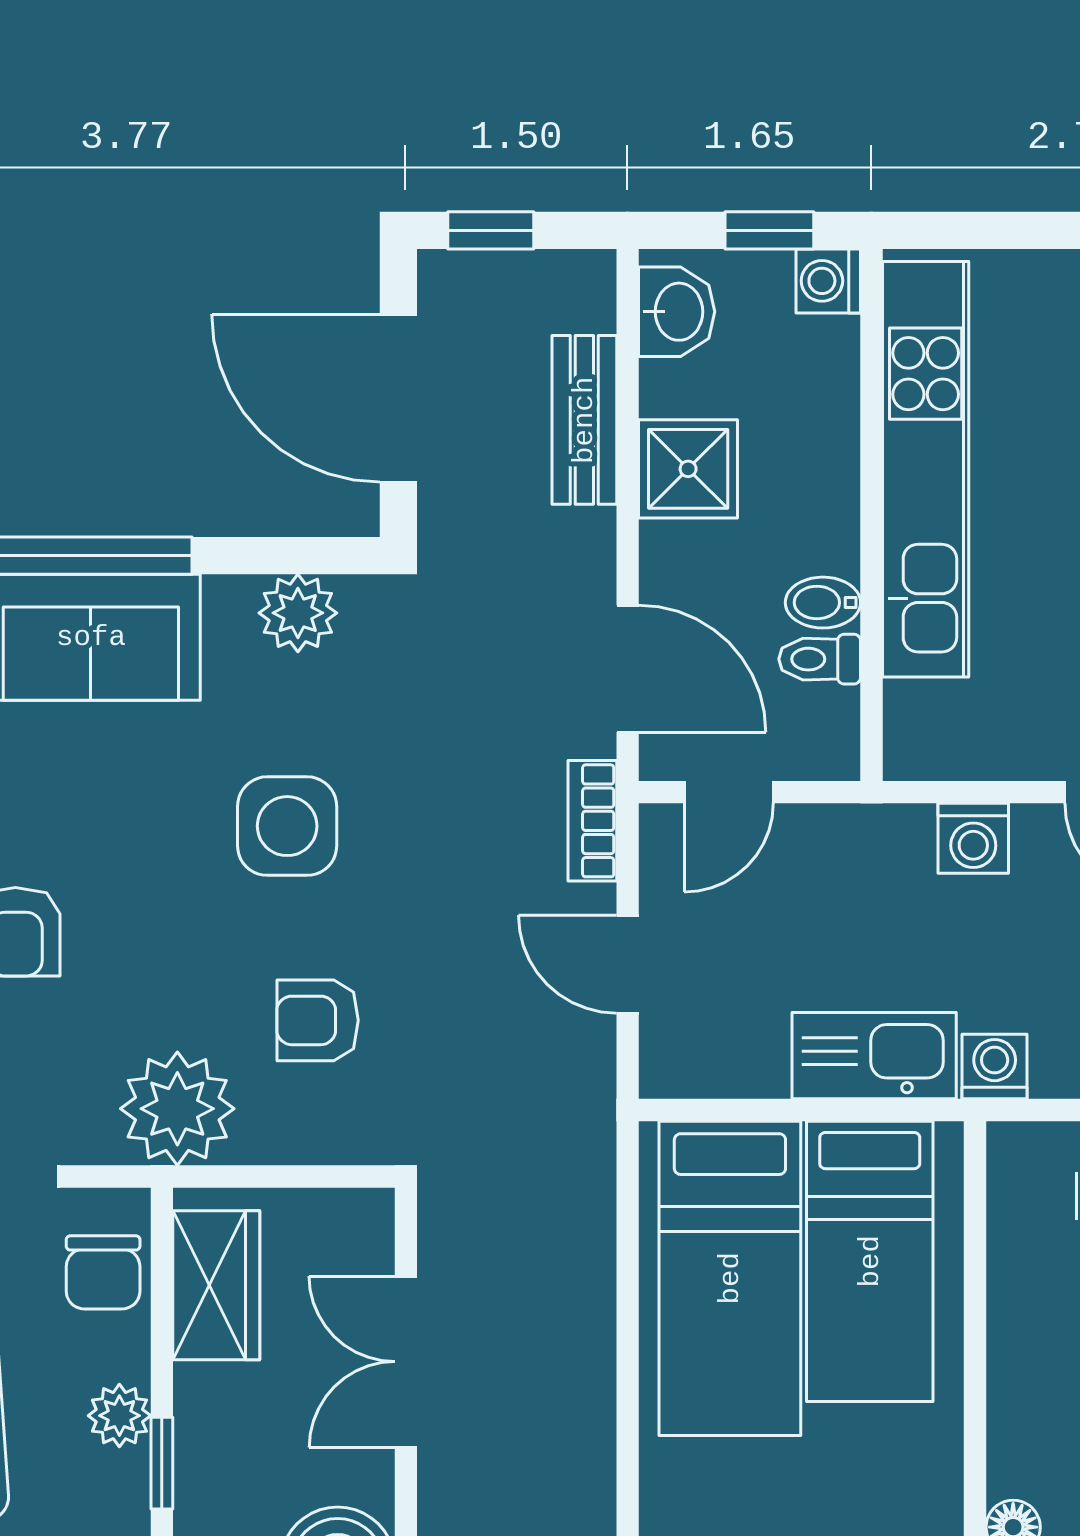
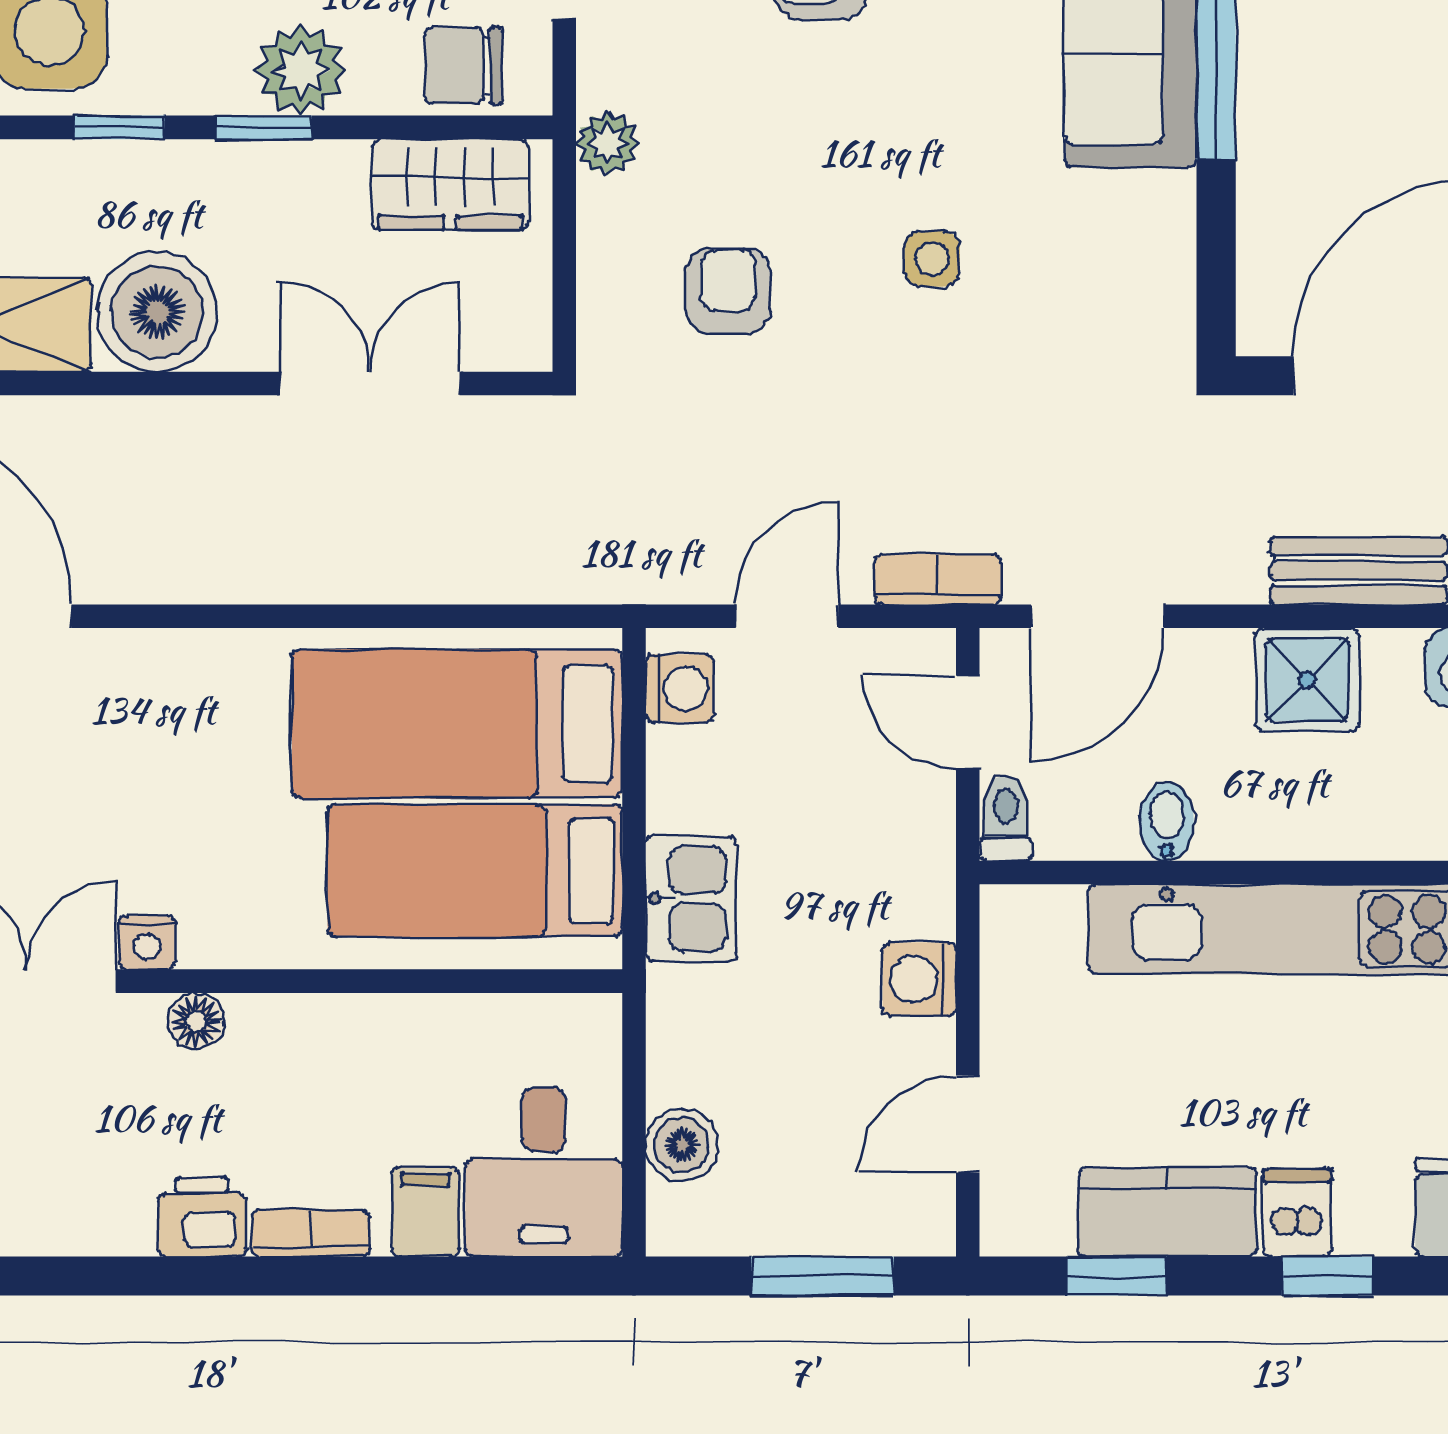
plant: (298, 613) -> (1156, 270), removed
toilet: (820, 659) -> (1006, 818), moved
side table: (287, 826) -> (932, 259), width x0.54, depth x0.54
kitchen sink: (874, 1056) -> (691, 899), width x0.73
washing machine: (995, 1066) -> (680, 688), moved
plant: (177, 1109) -> (608, 143), width x0.53, depth x0.53
plant: (119, 1416) -> (301, 70), width x1.38, depth x1.38

